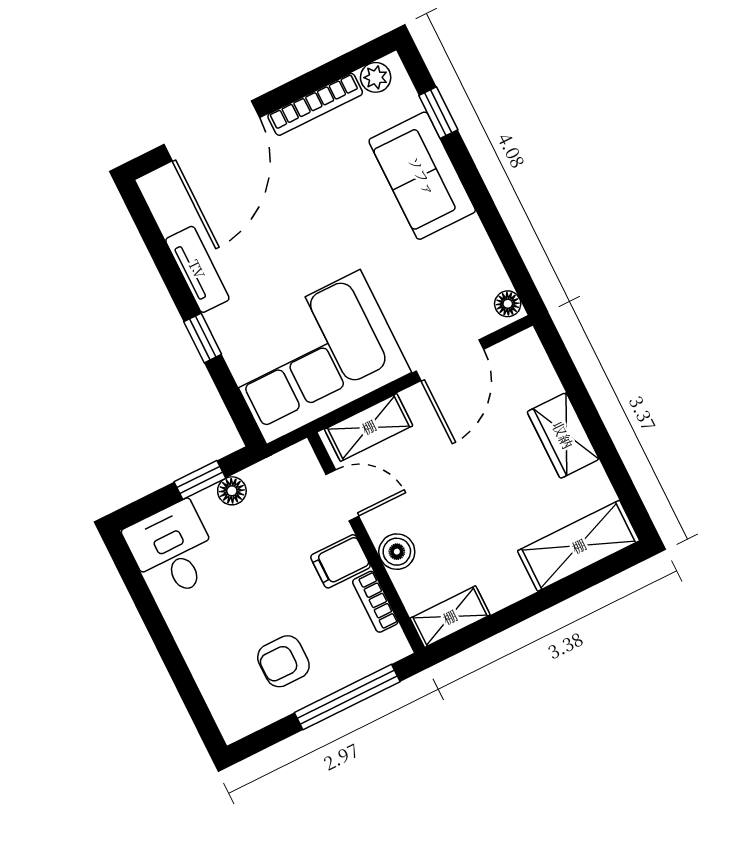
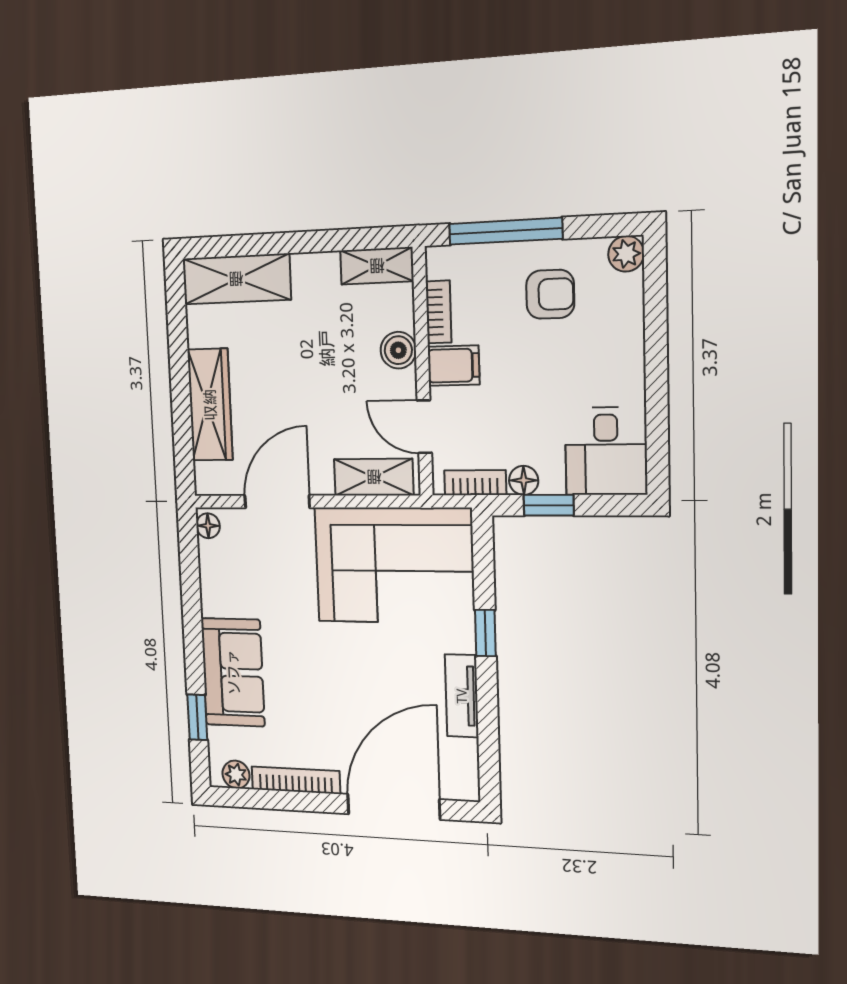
wardrobe: (563, 435) -> (210, 405), width x1.50
bookcase: (274, 468) -> (475, 483), added
plant: (234, 724) -> (626, 254), added

